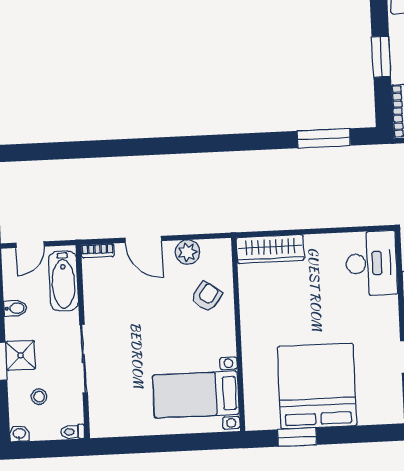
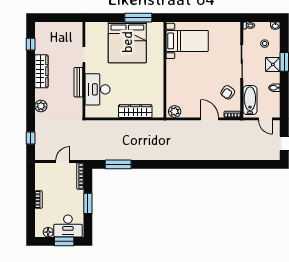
door: (30, 245) -> (265, 119), swing flipped
wardrobe: (270, 249) -> (135, 111), moved
plant: (187, 252) -> (175, 111), moved
desk: (371, 263) -> (98, 89), moved
armchair: (207, 296) -> (228, 92), moved
window: (297, 437) -> (138, 18), width x1.44

